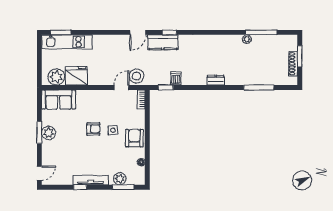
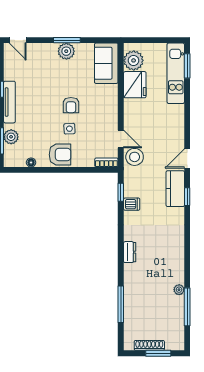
door: (138, 32) -> (187, 159), hinge flipped

